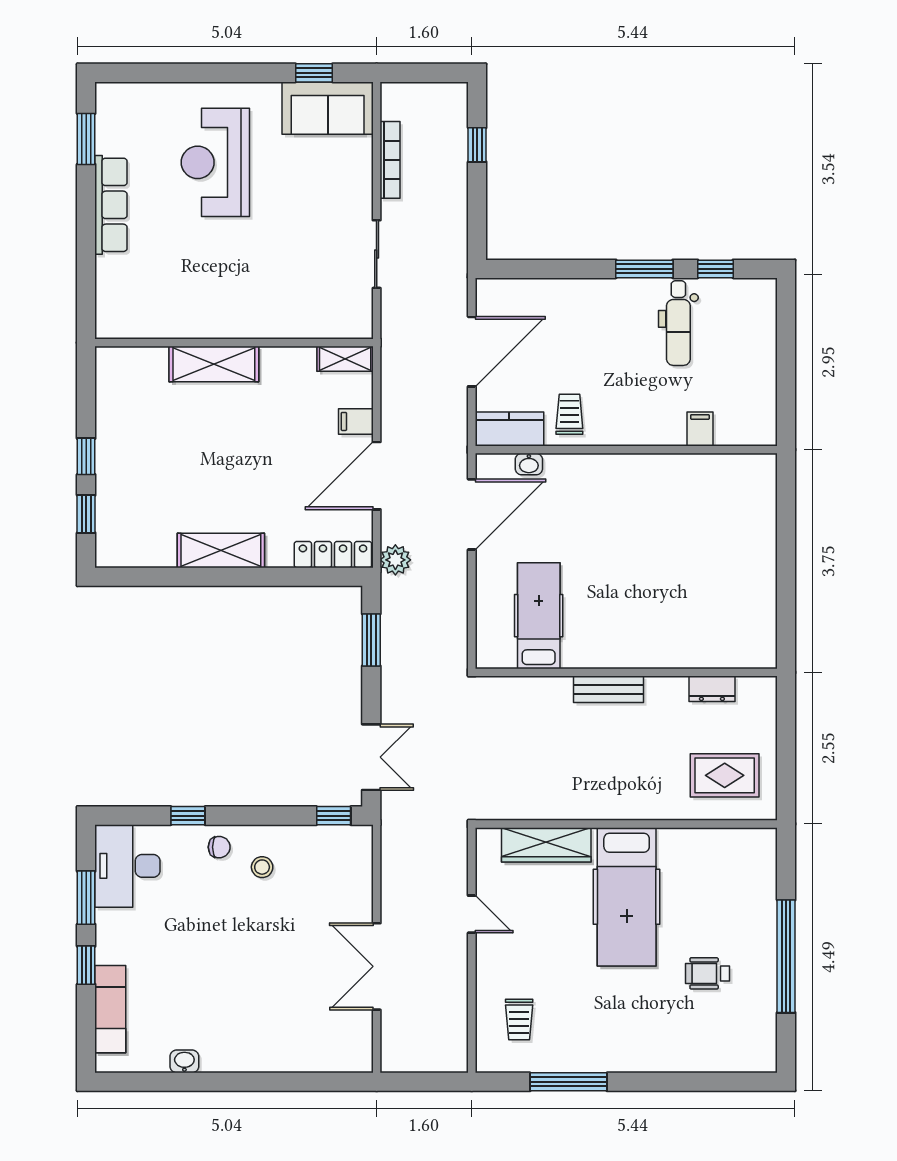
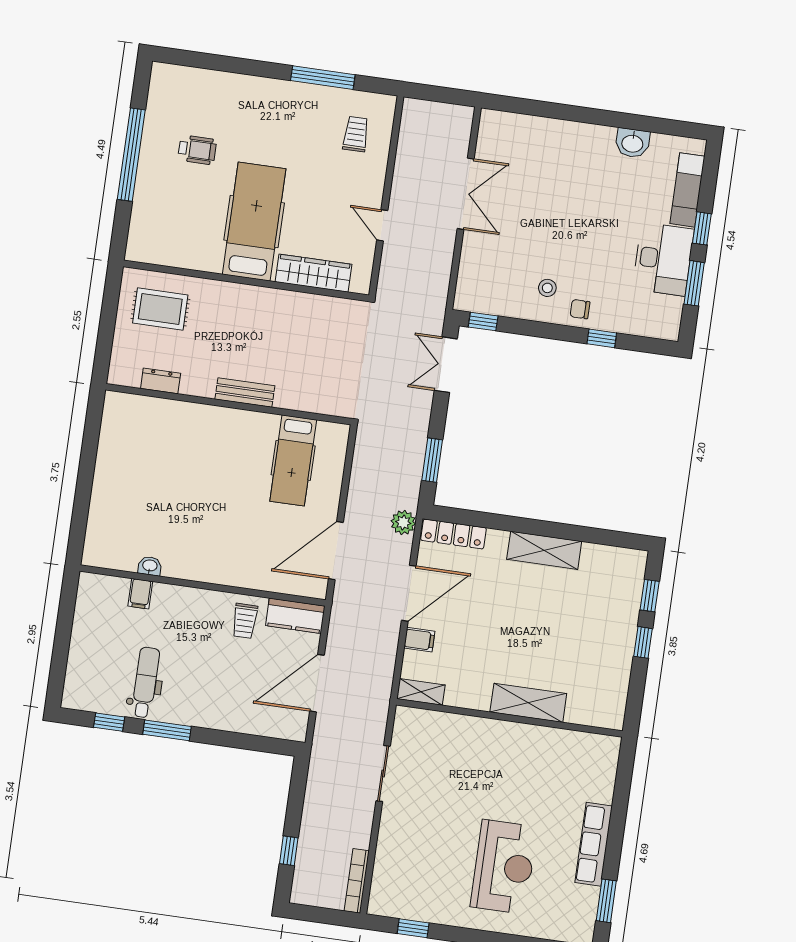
sofa: (328, 108) -> (406, 898), removed
bookcase: (390, 160) -> (357, 881), moved
washbasin: (529, 464) -> (150, 566), moved
desk: (127, 866) -> (663, 259), moved
washbasin: (184, 1061) -> (632, 143), width x1.38, depth x1.45

